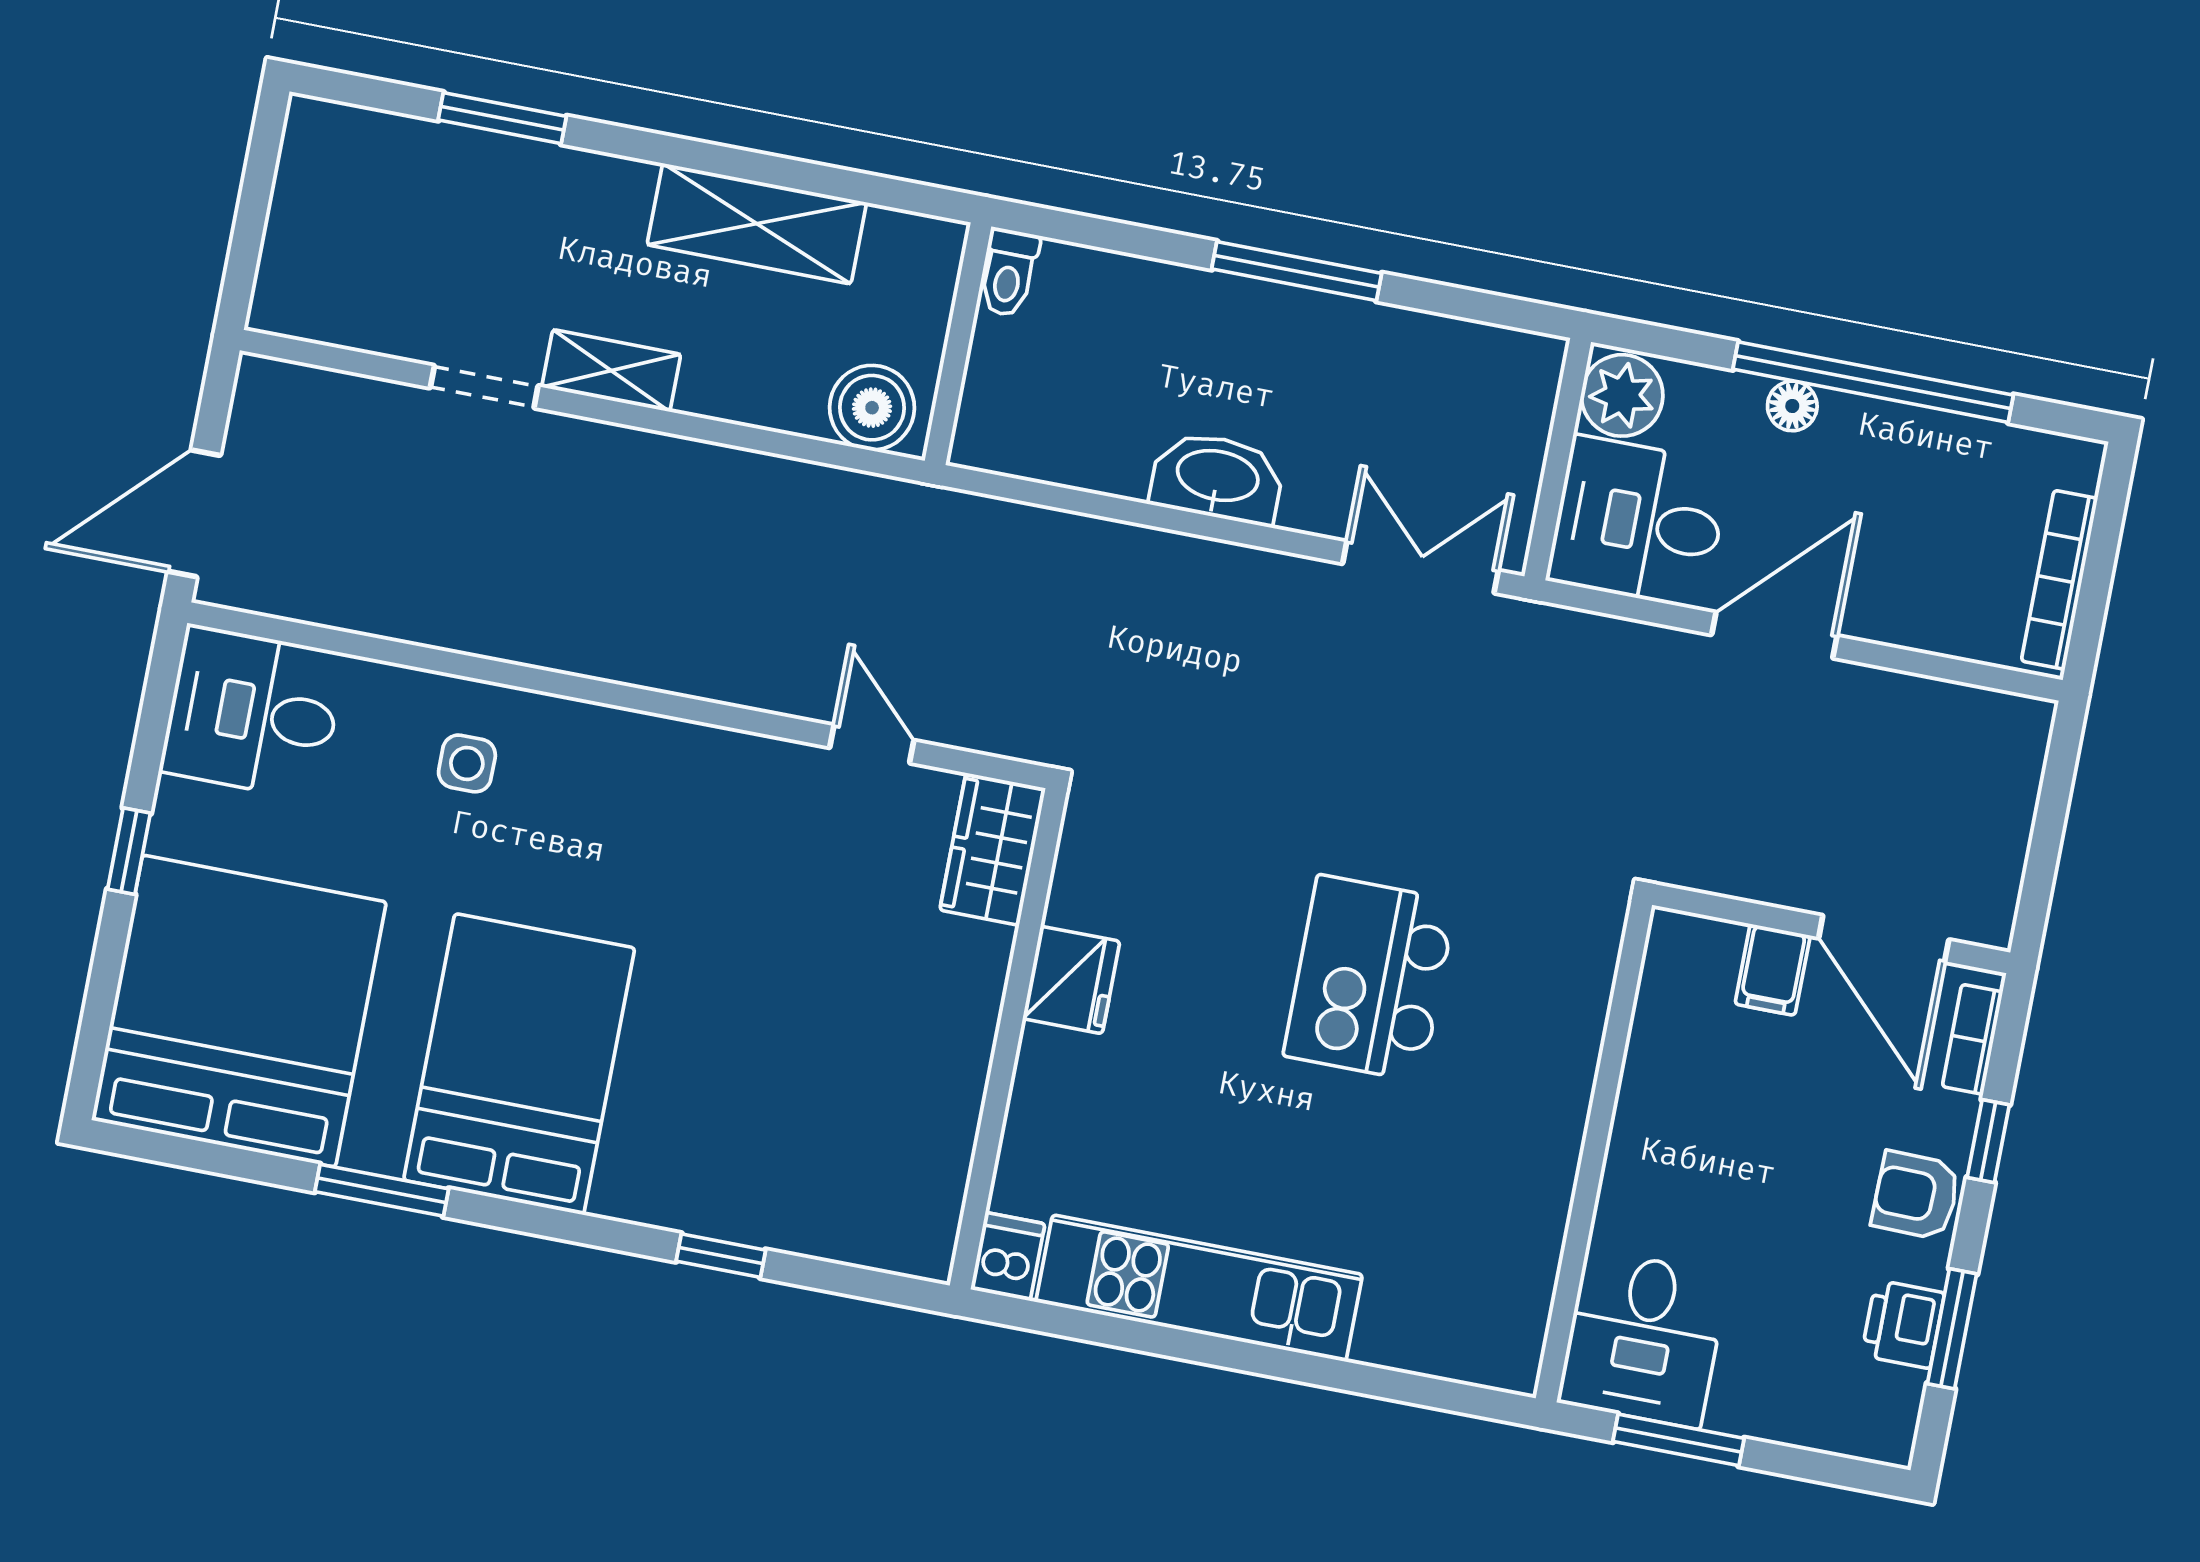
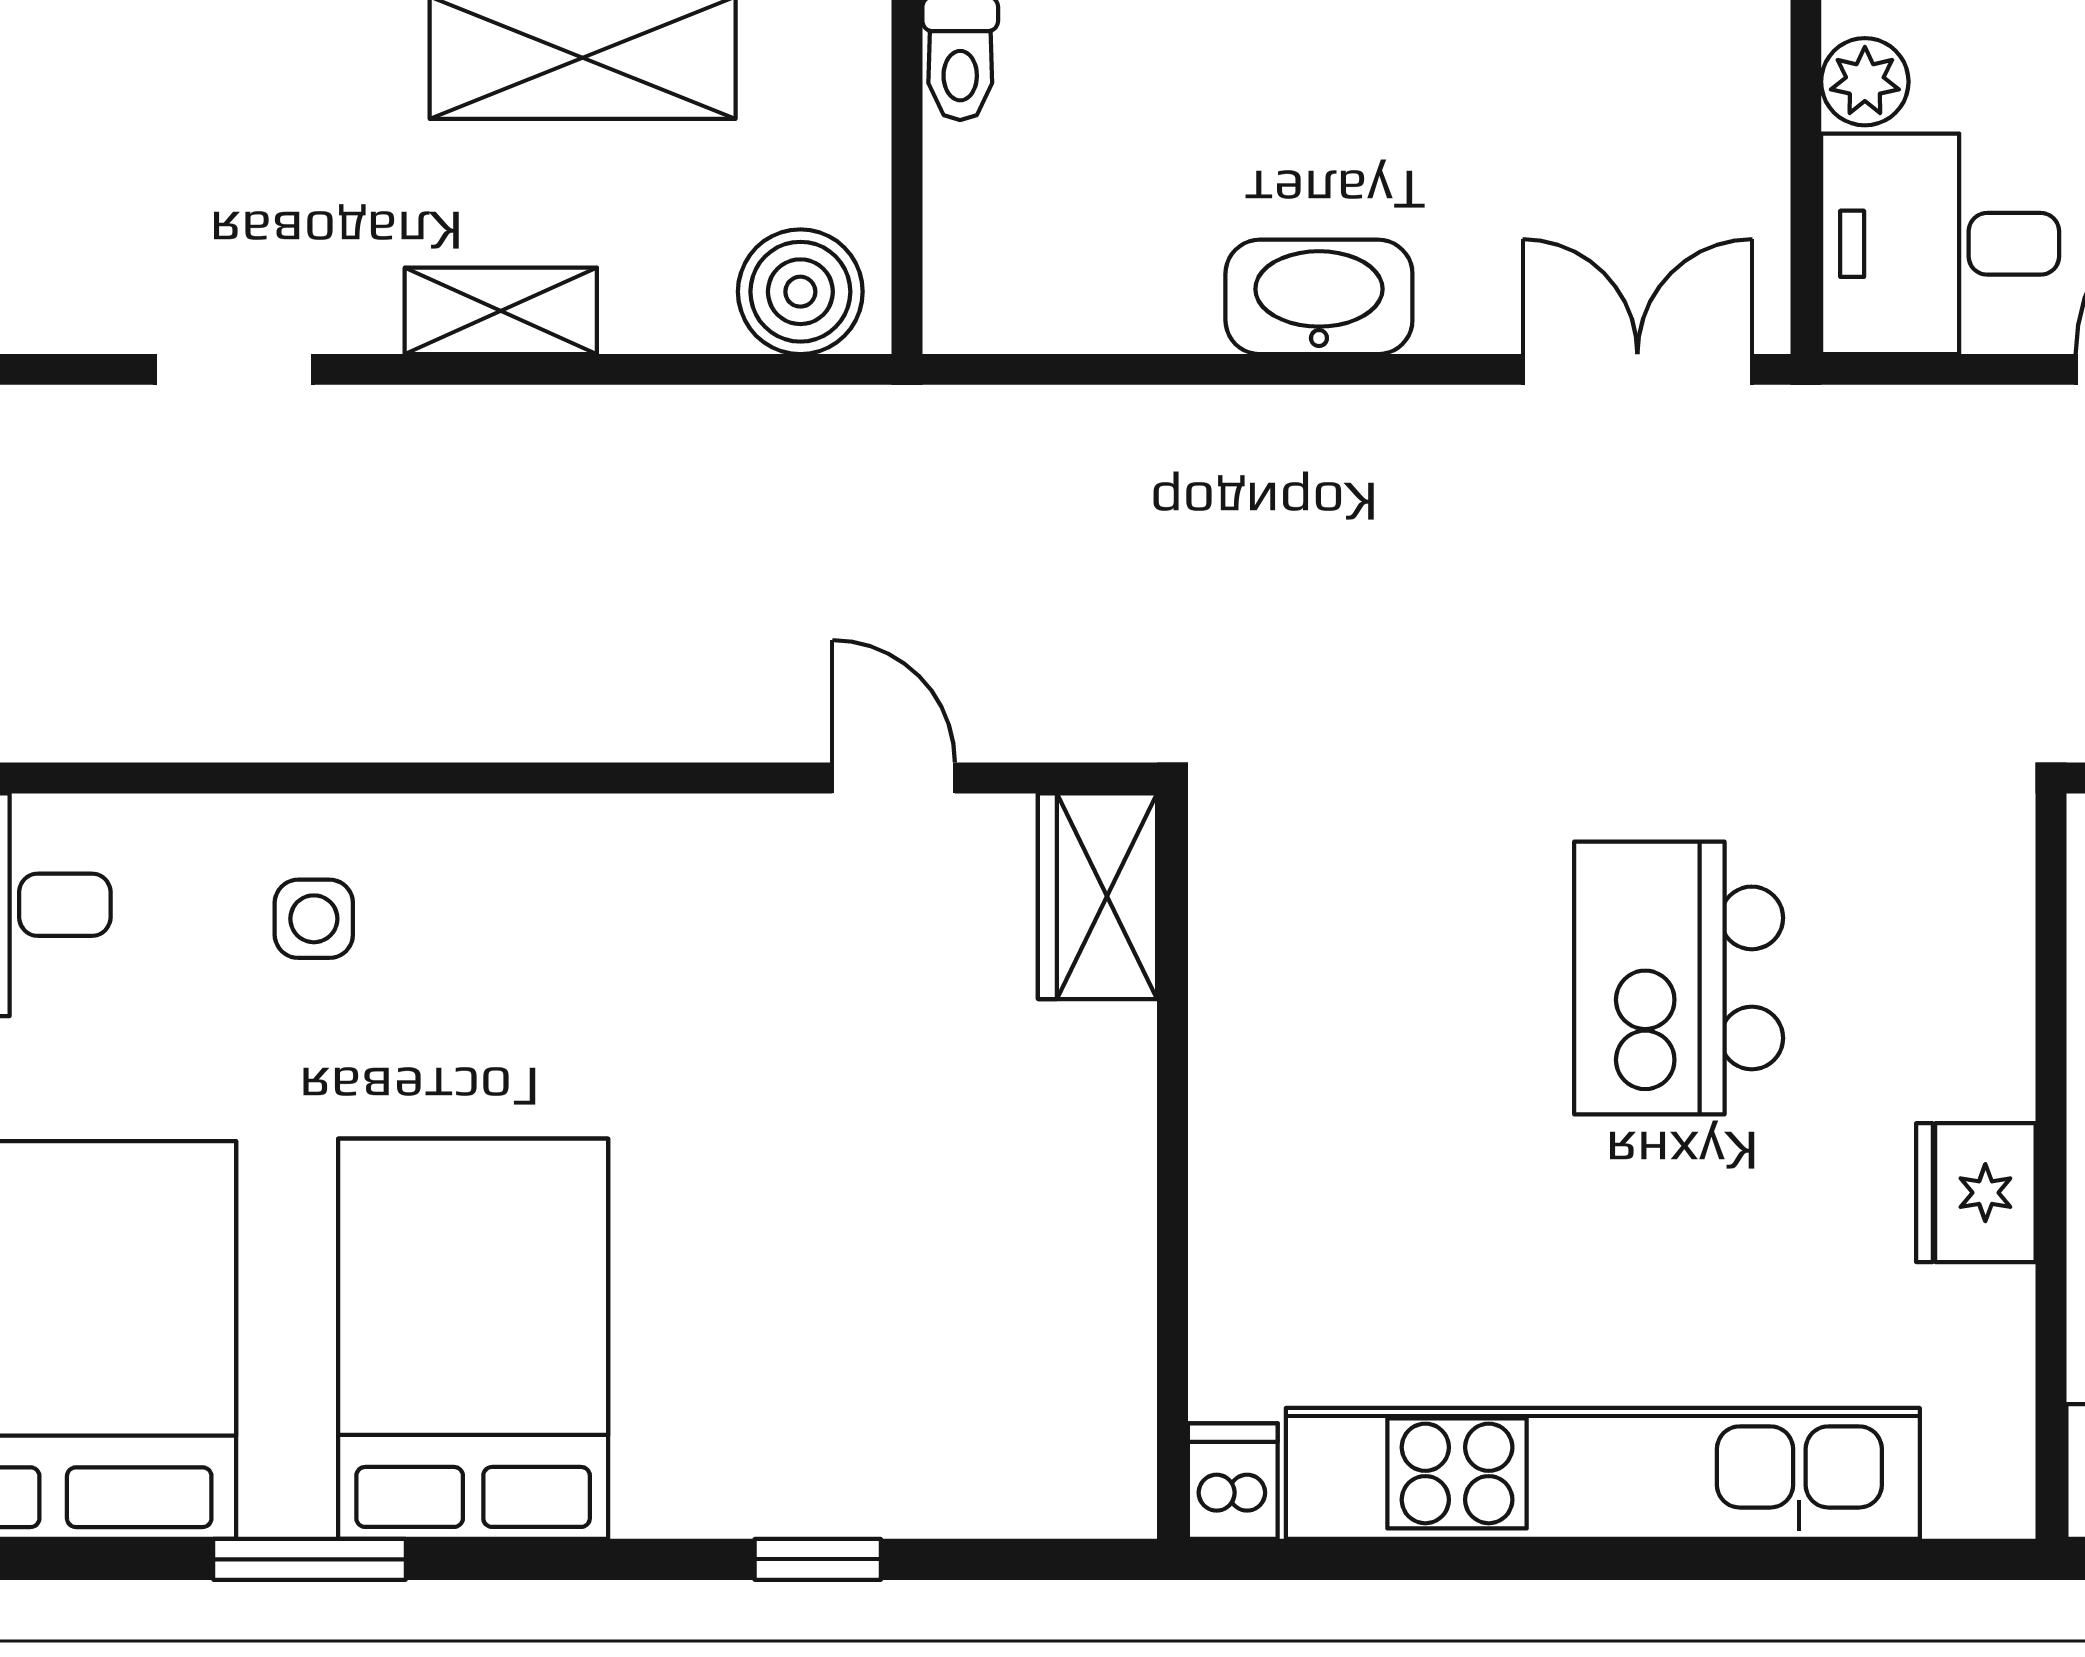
shelving: (611, 371) -> (501, 311), moved
plant: (1622, 395) -> (1865, 82), width x0.73, depth x0.73
fridge: (1071, 980) -> (1976, 1193), moved, turned 180
kitchen unit: (1199, 1288) -> (1603, 1473), width x1.36

